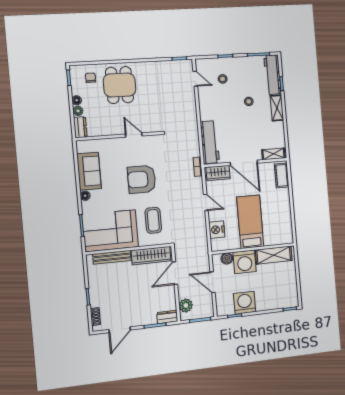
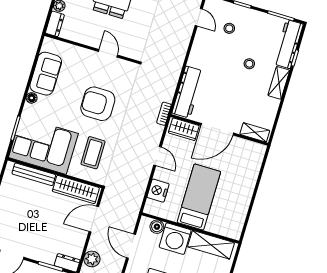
door: (244, 163) -> (217, 129), hinge flipped
cot: (282, 175) -> (255, 160), removed

